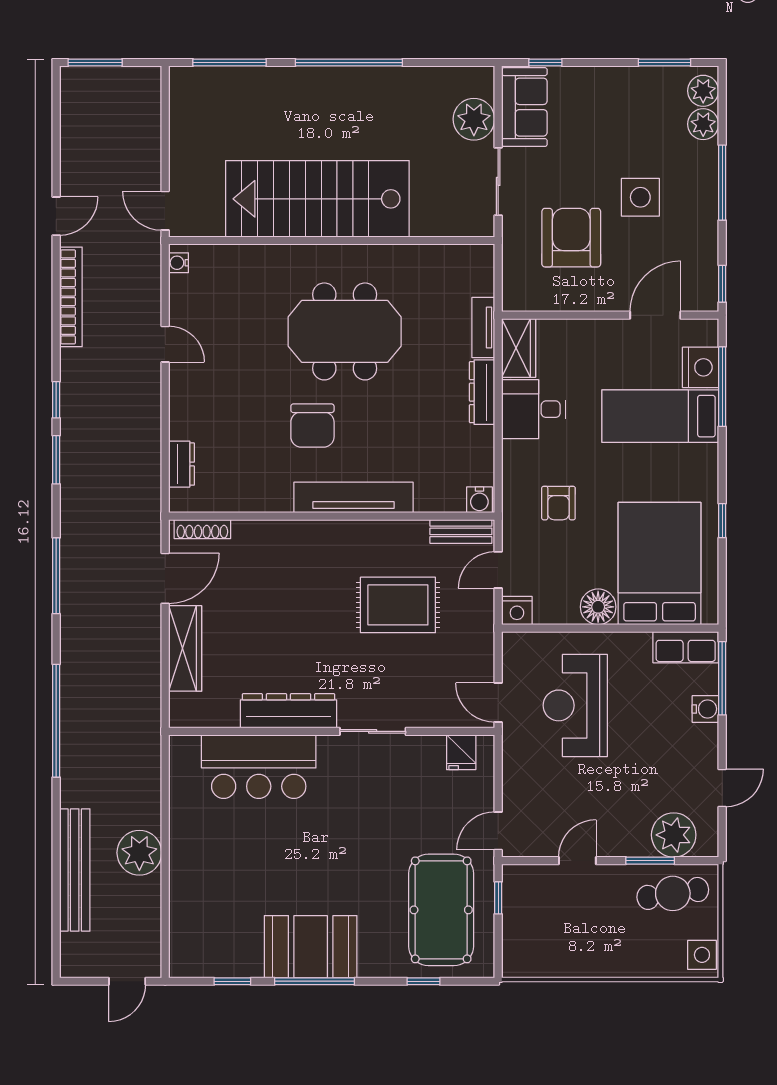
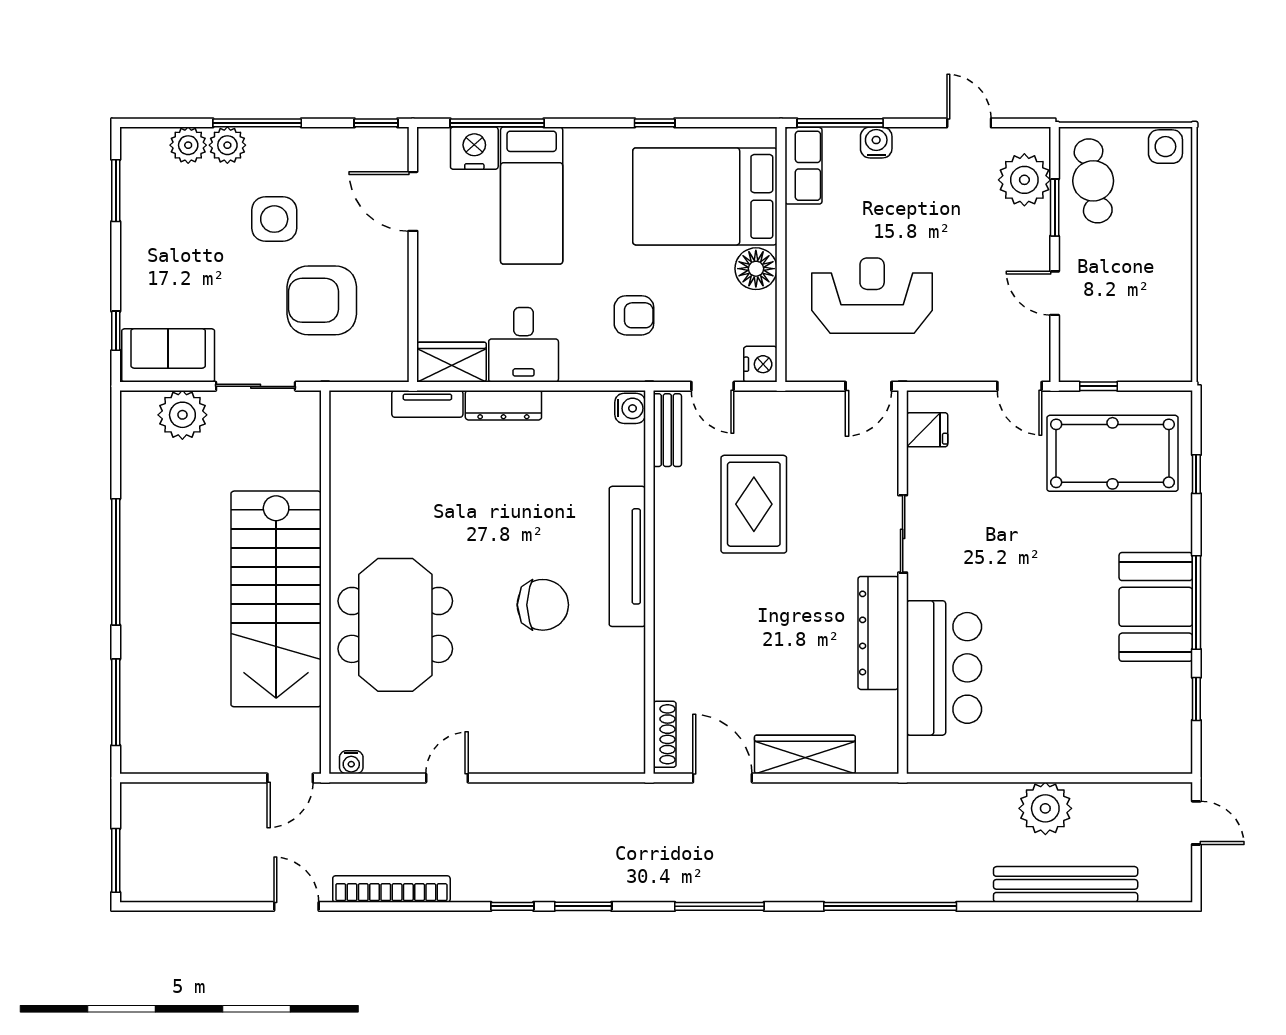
plant: (703, 91) -> (227, 145), moved
meeting table: (345, 331) -> (395, 625), moved
dresser: (182, 464) -> (588, 759), removed
reception desk: (575, 705) -> (872, 296), turned 180

